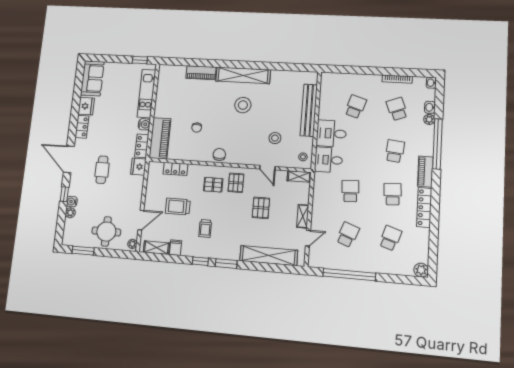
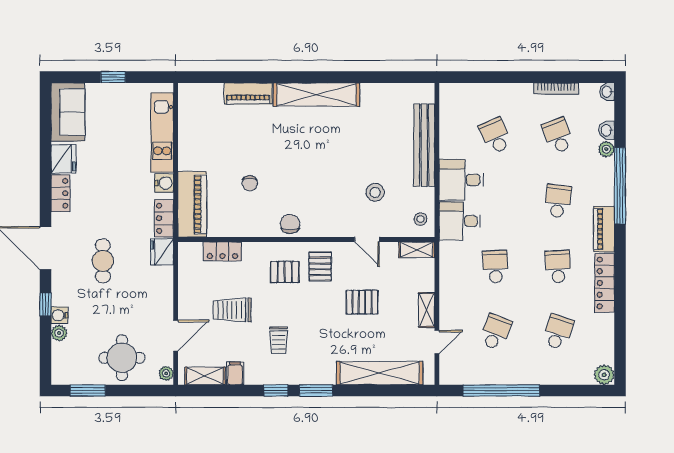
window: (140, 60) -> (113, 77), moved
stool: (243, 105) -> (320, 143), removed
school desk: (356, 107) -> (495, 136), turned -42
pallet: (261, 208) -> (362, 302), turned 90

